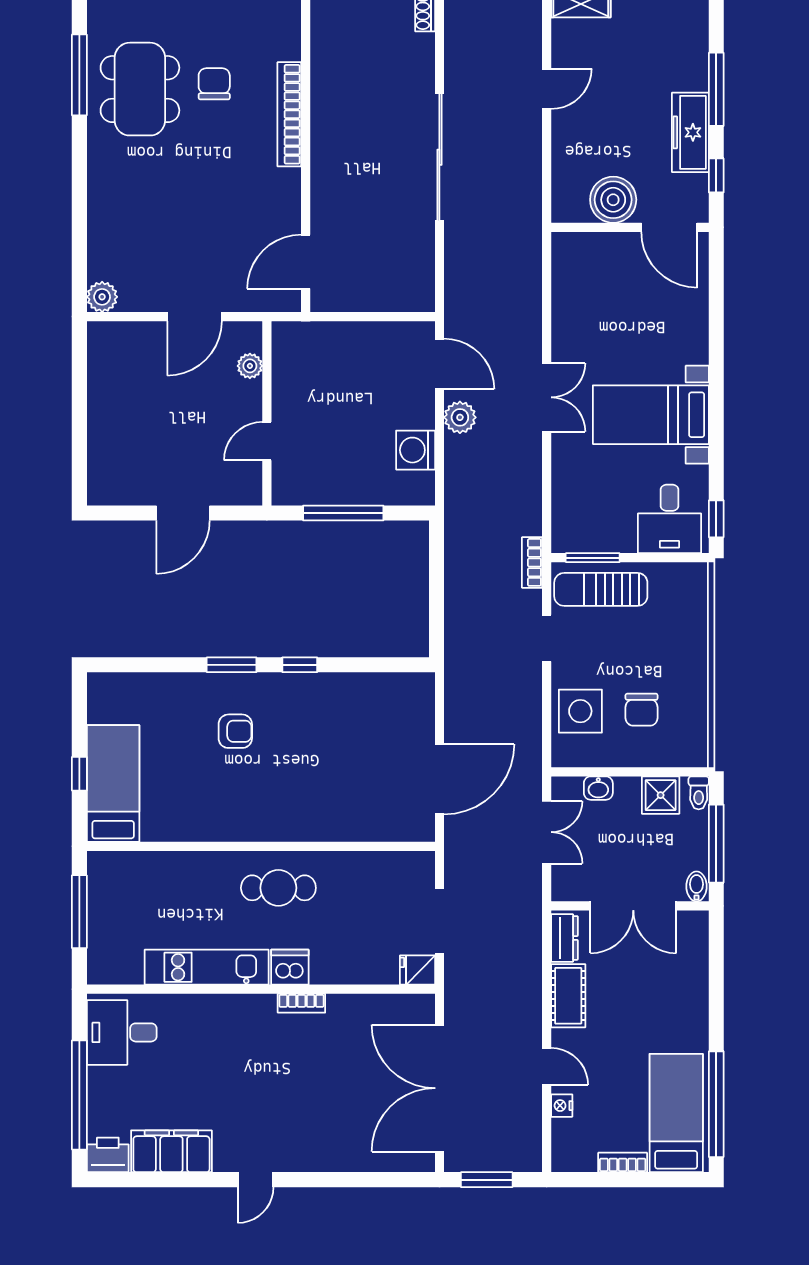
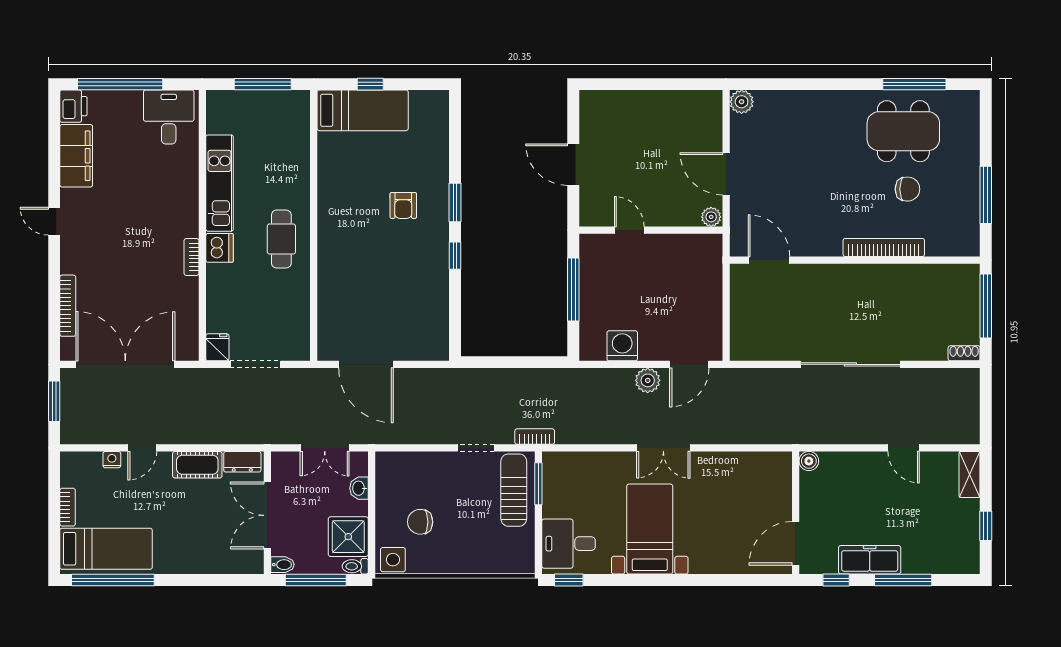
boiler: (613, 200) -> (809, 461), moved, width x0.54, depth x0.54
plant: (250, 366) -> (711, 217), moved
side table: (580, 711) -> (393, 560), moved, width x0.73, depth x0.73
shower: (661, 795) -> (348, 537), width x1.36, depth x1.36
bookcase: (364, 1162) -> (68, 306), added

